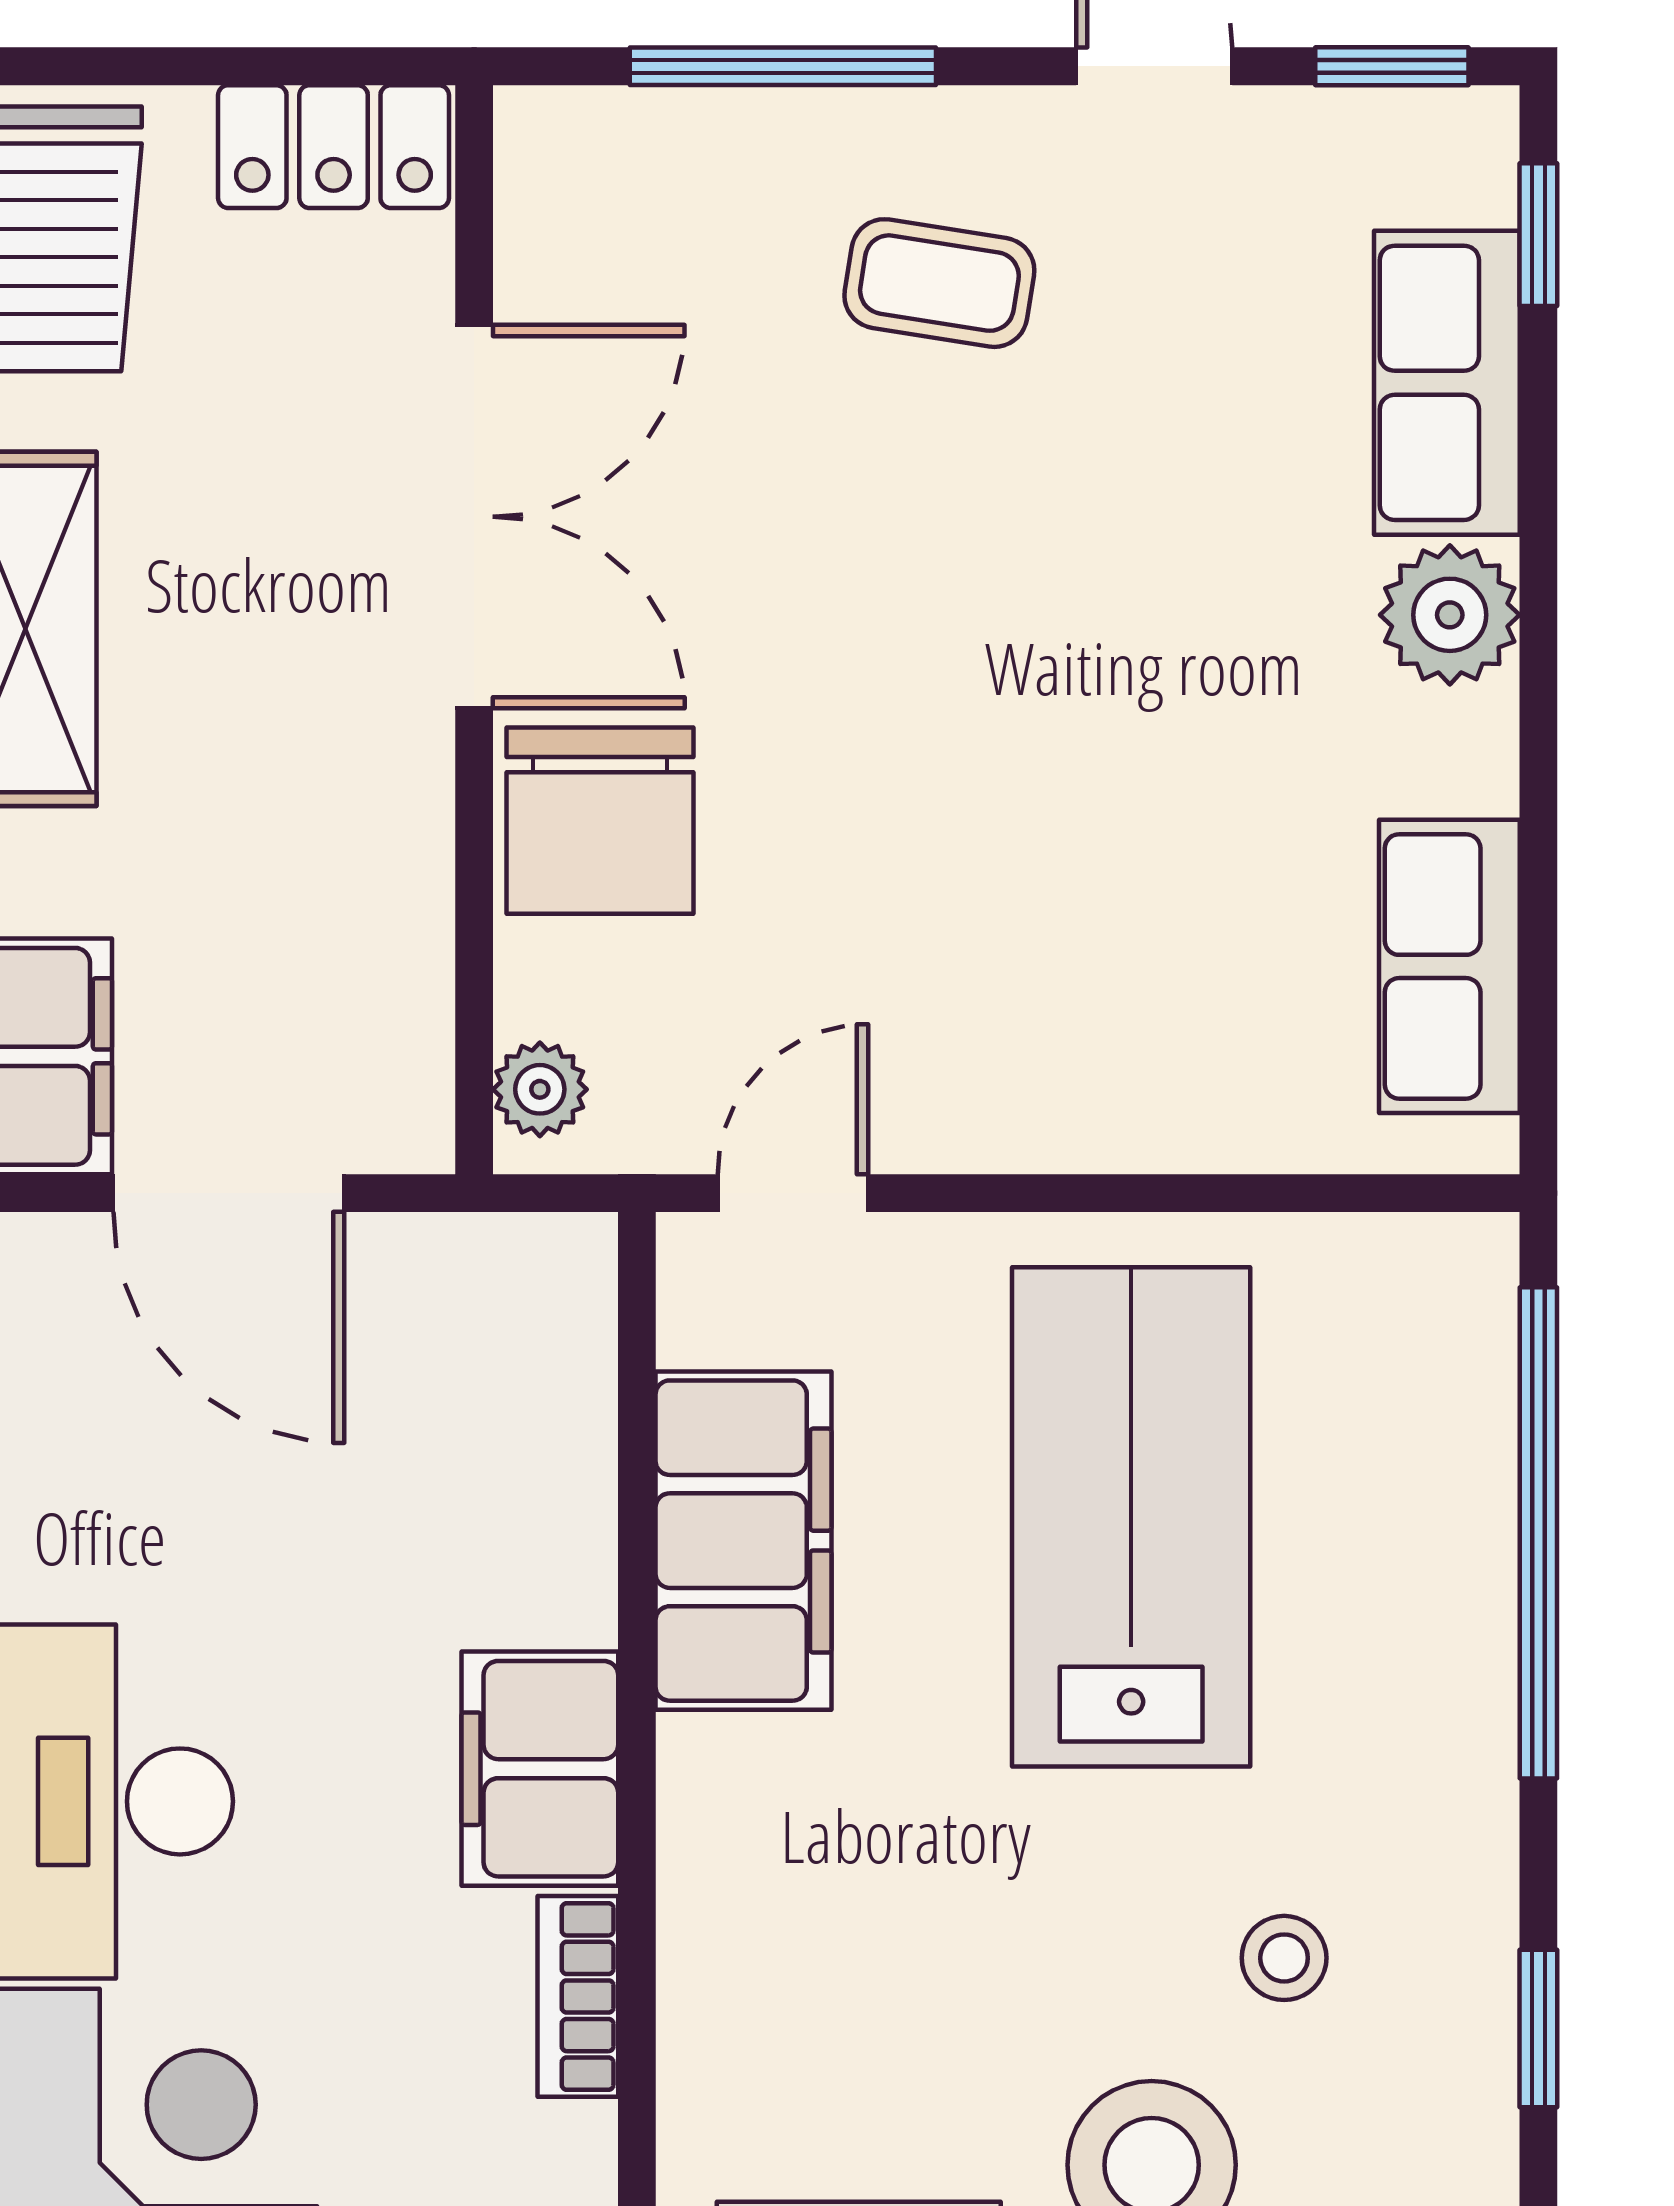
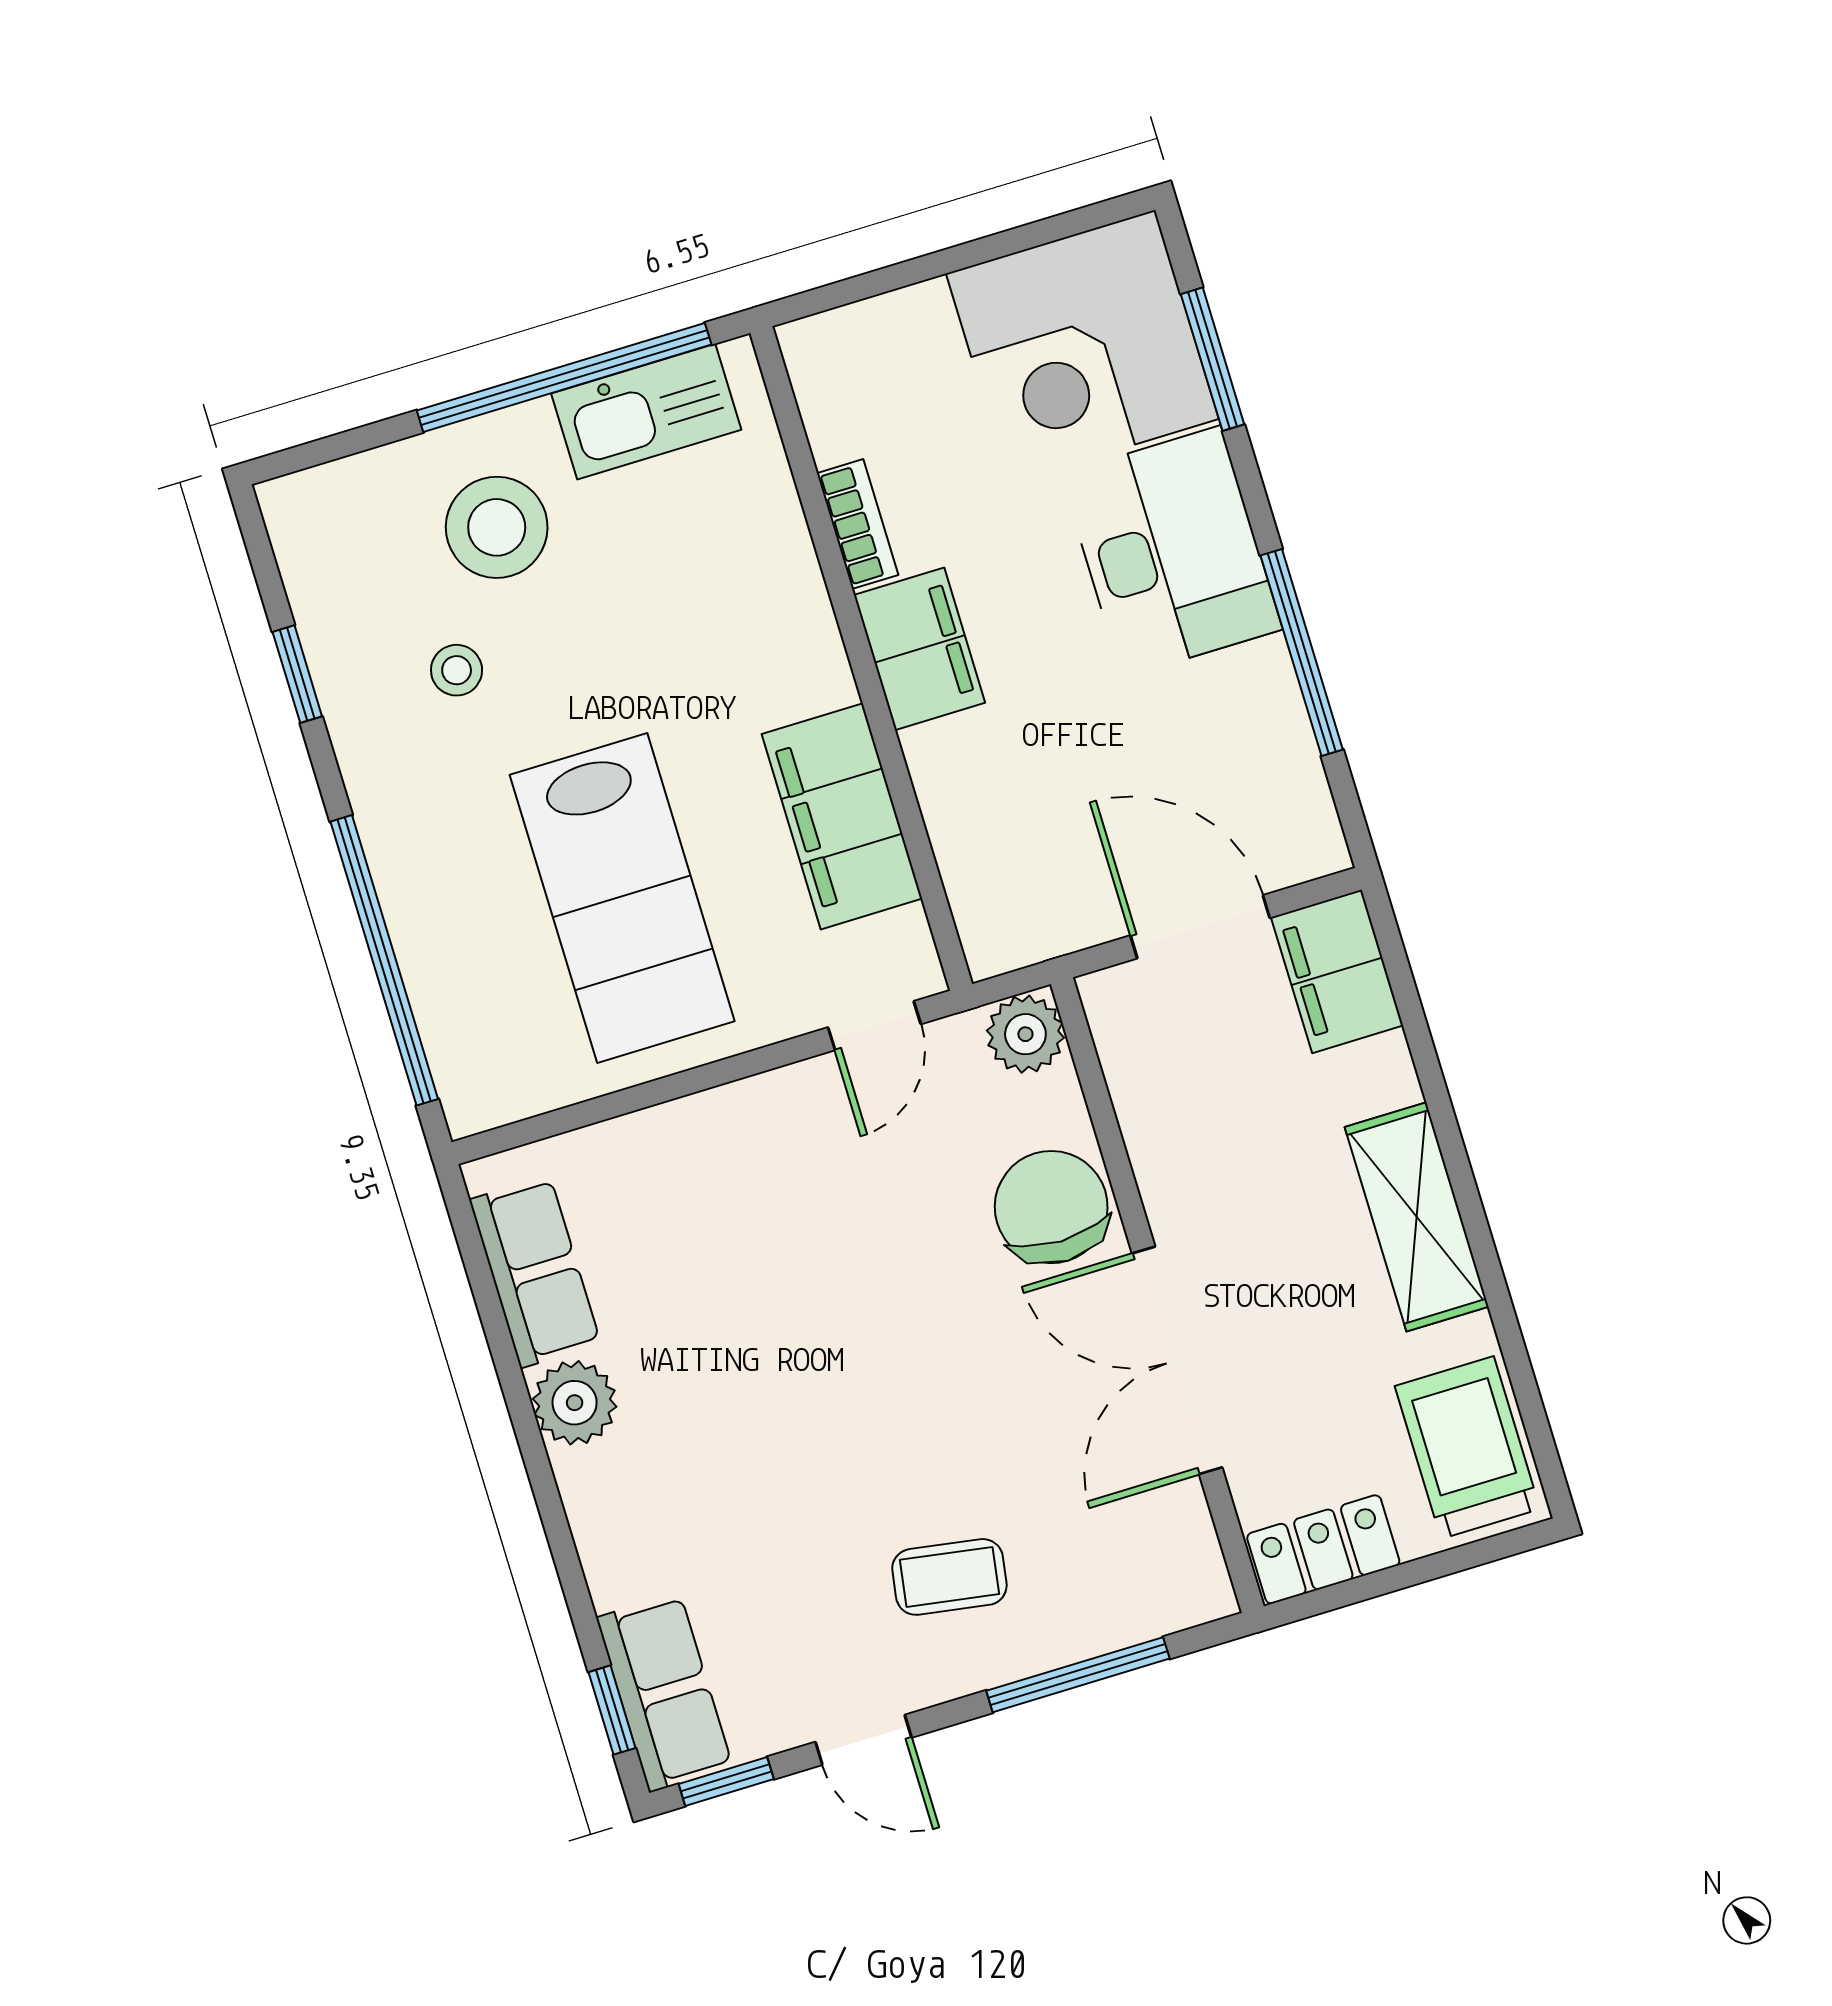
row of seats: (1447, 383) -> (664, 1692), moved
plant: (1450, 615) -> (575, 1403), moved
plant: (540, 1089) -> (1025, 1034), width x1.38, depth x1.38

